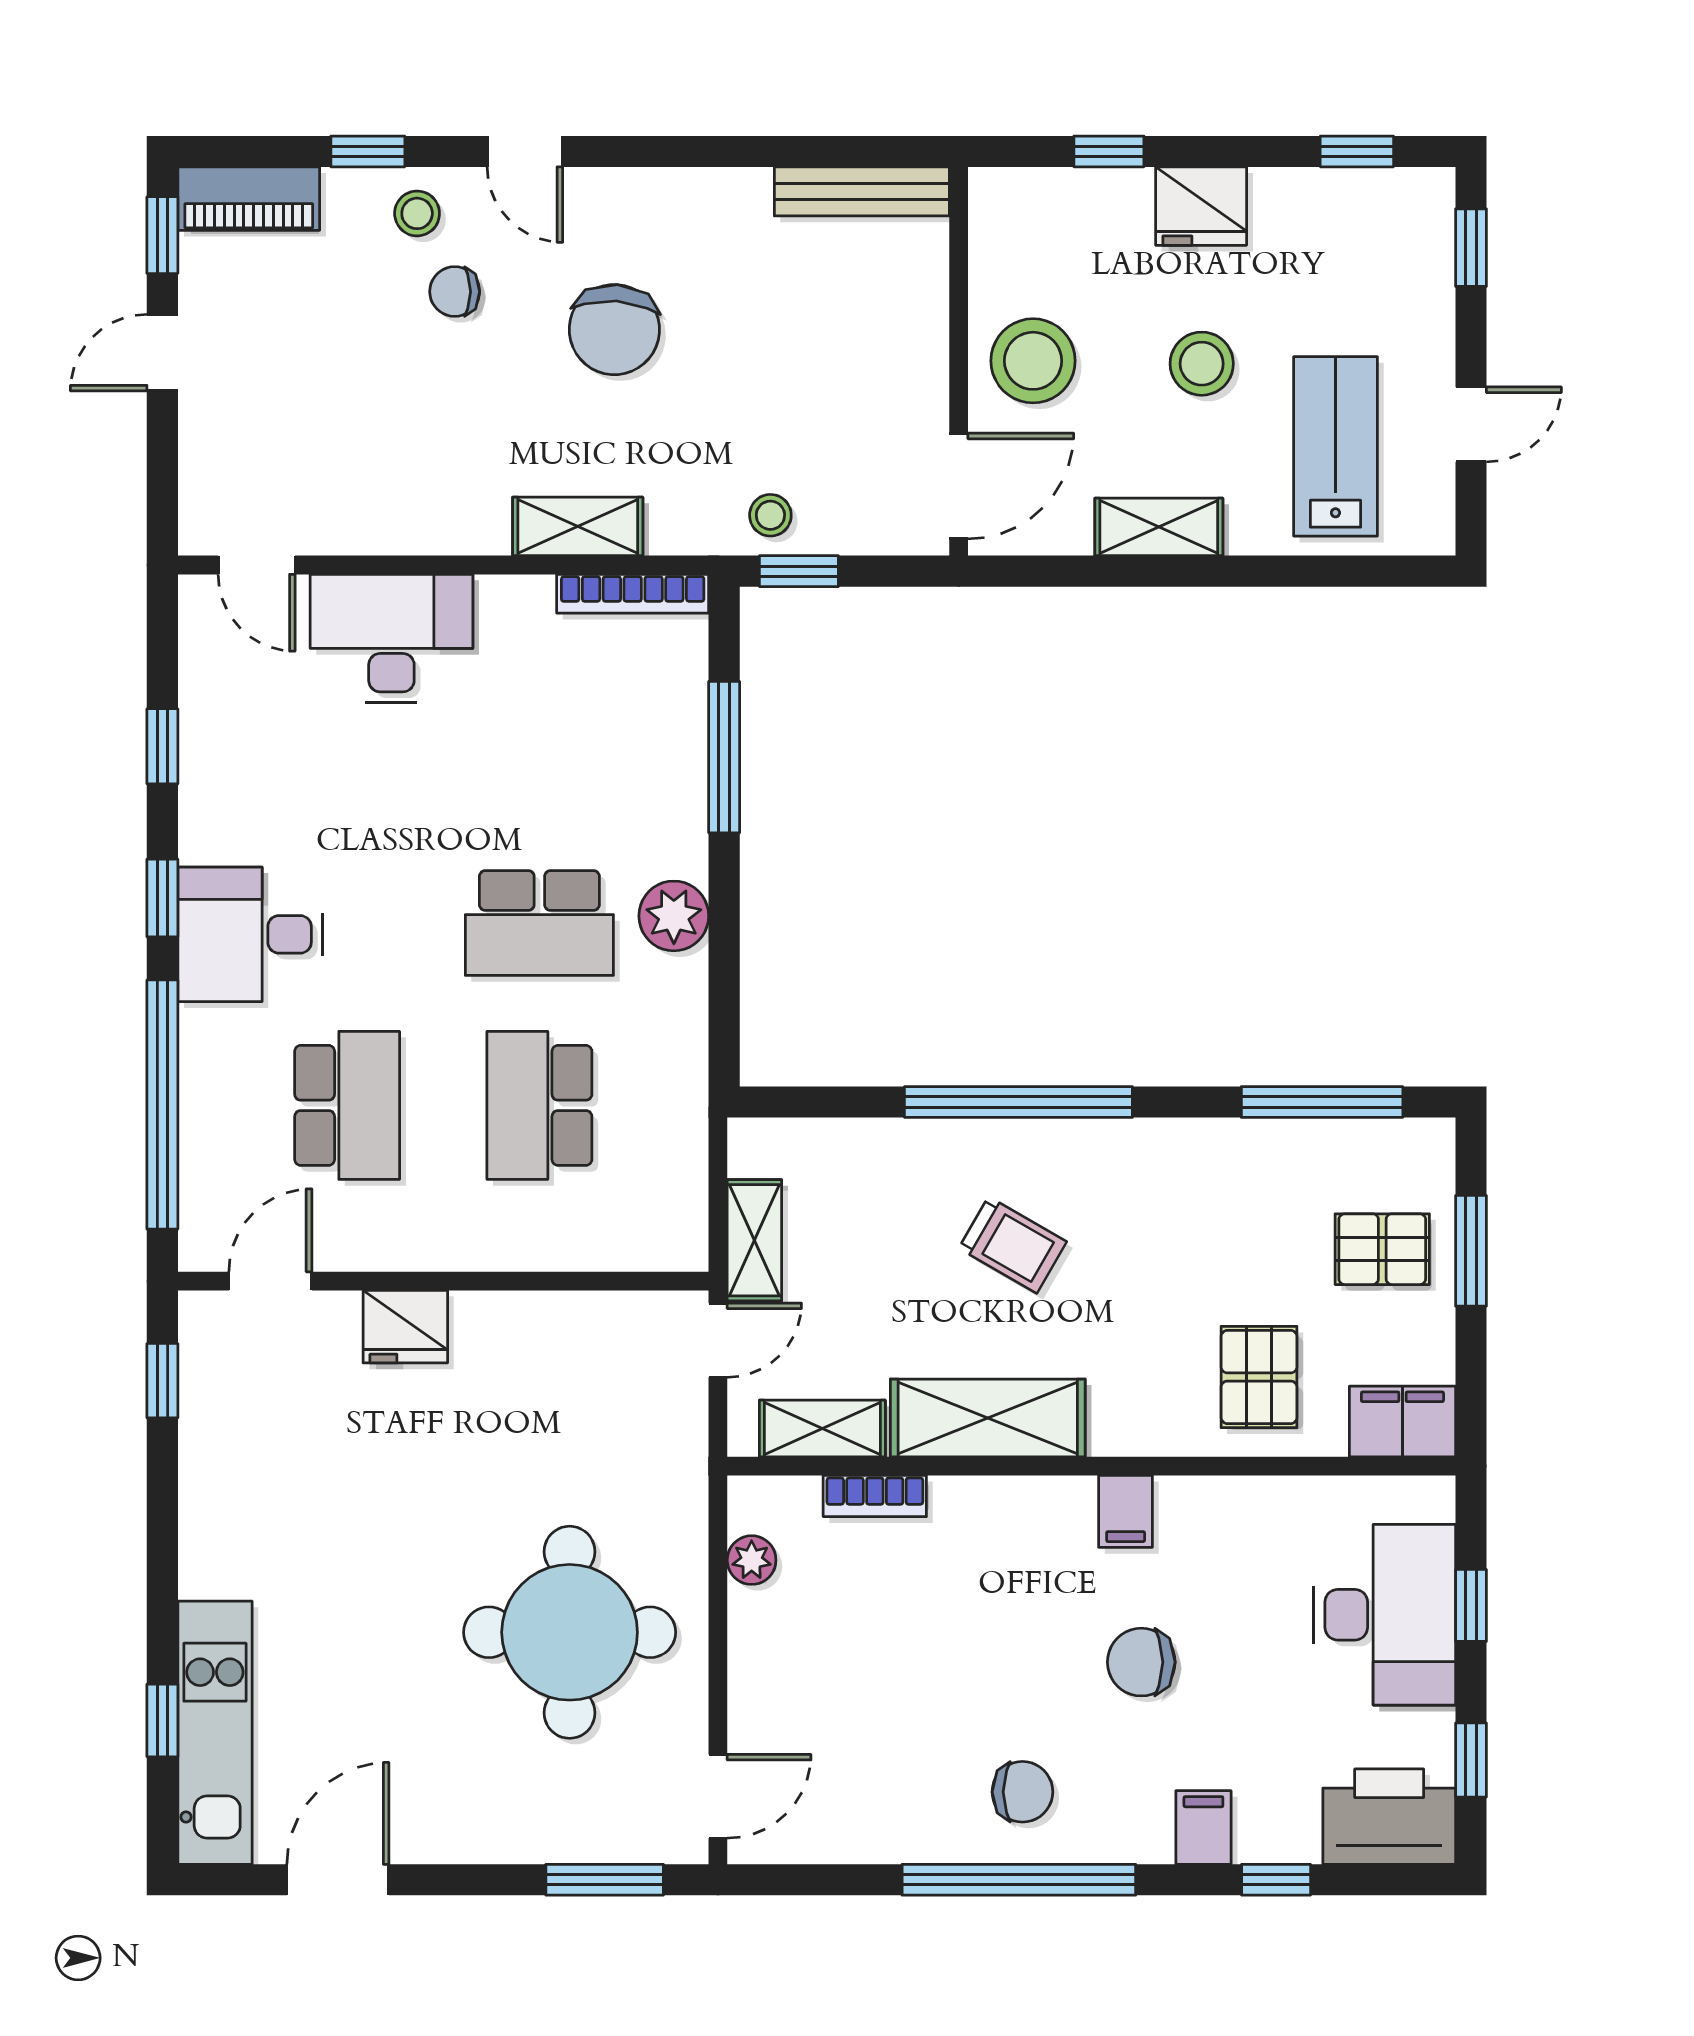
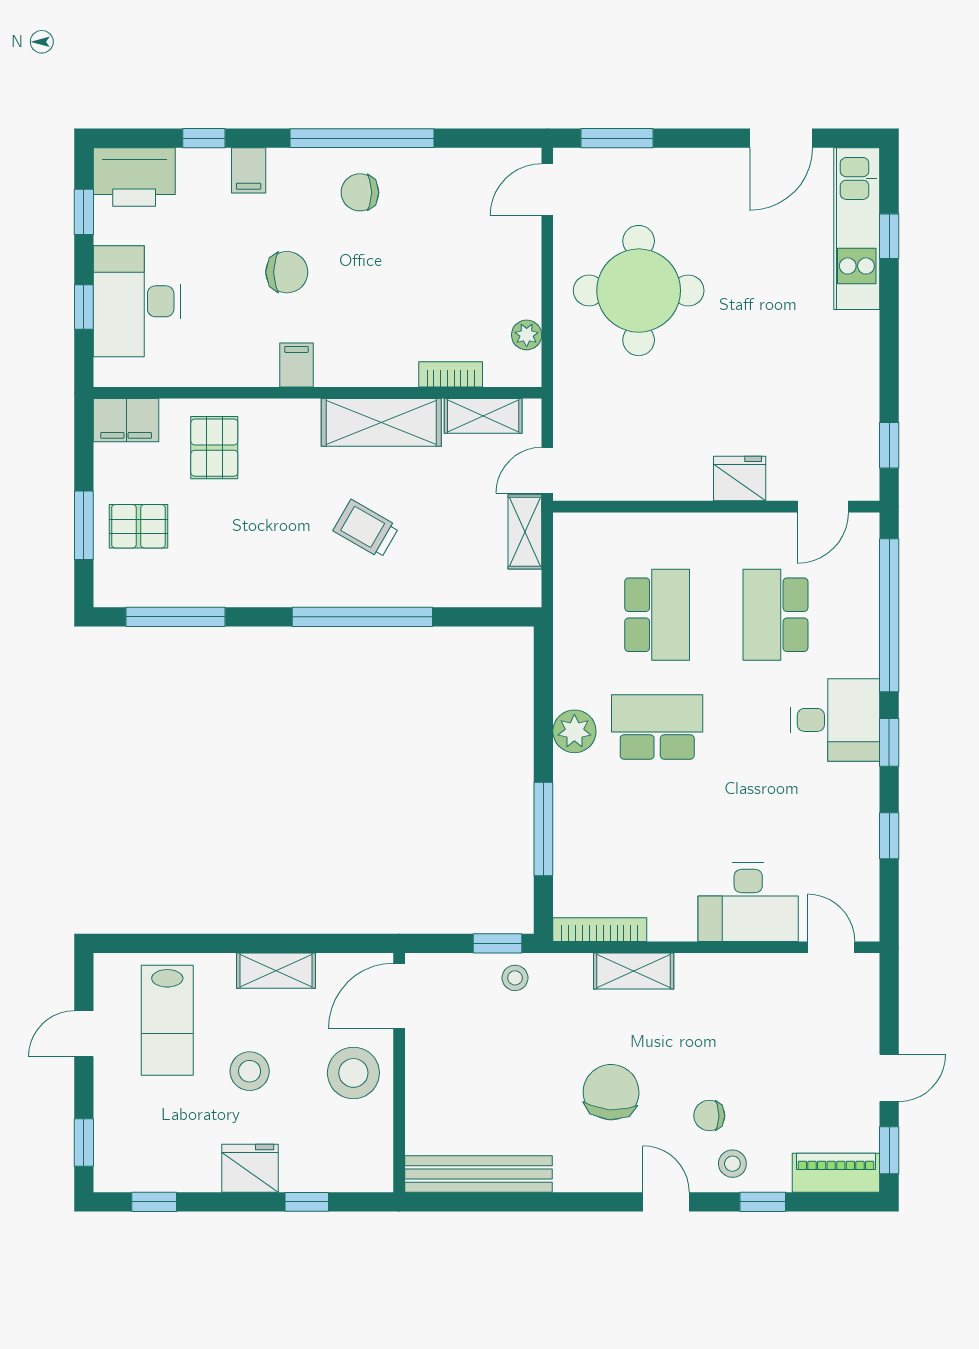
bench: (862, 191) -> (478, 1174), width x1.37, depth x1.21
chair: (455, 292) -> (709, 1116), turned 180

